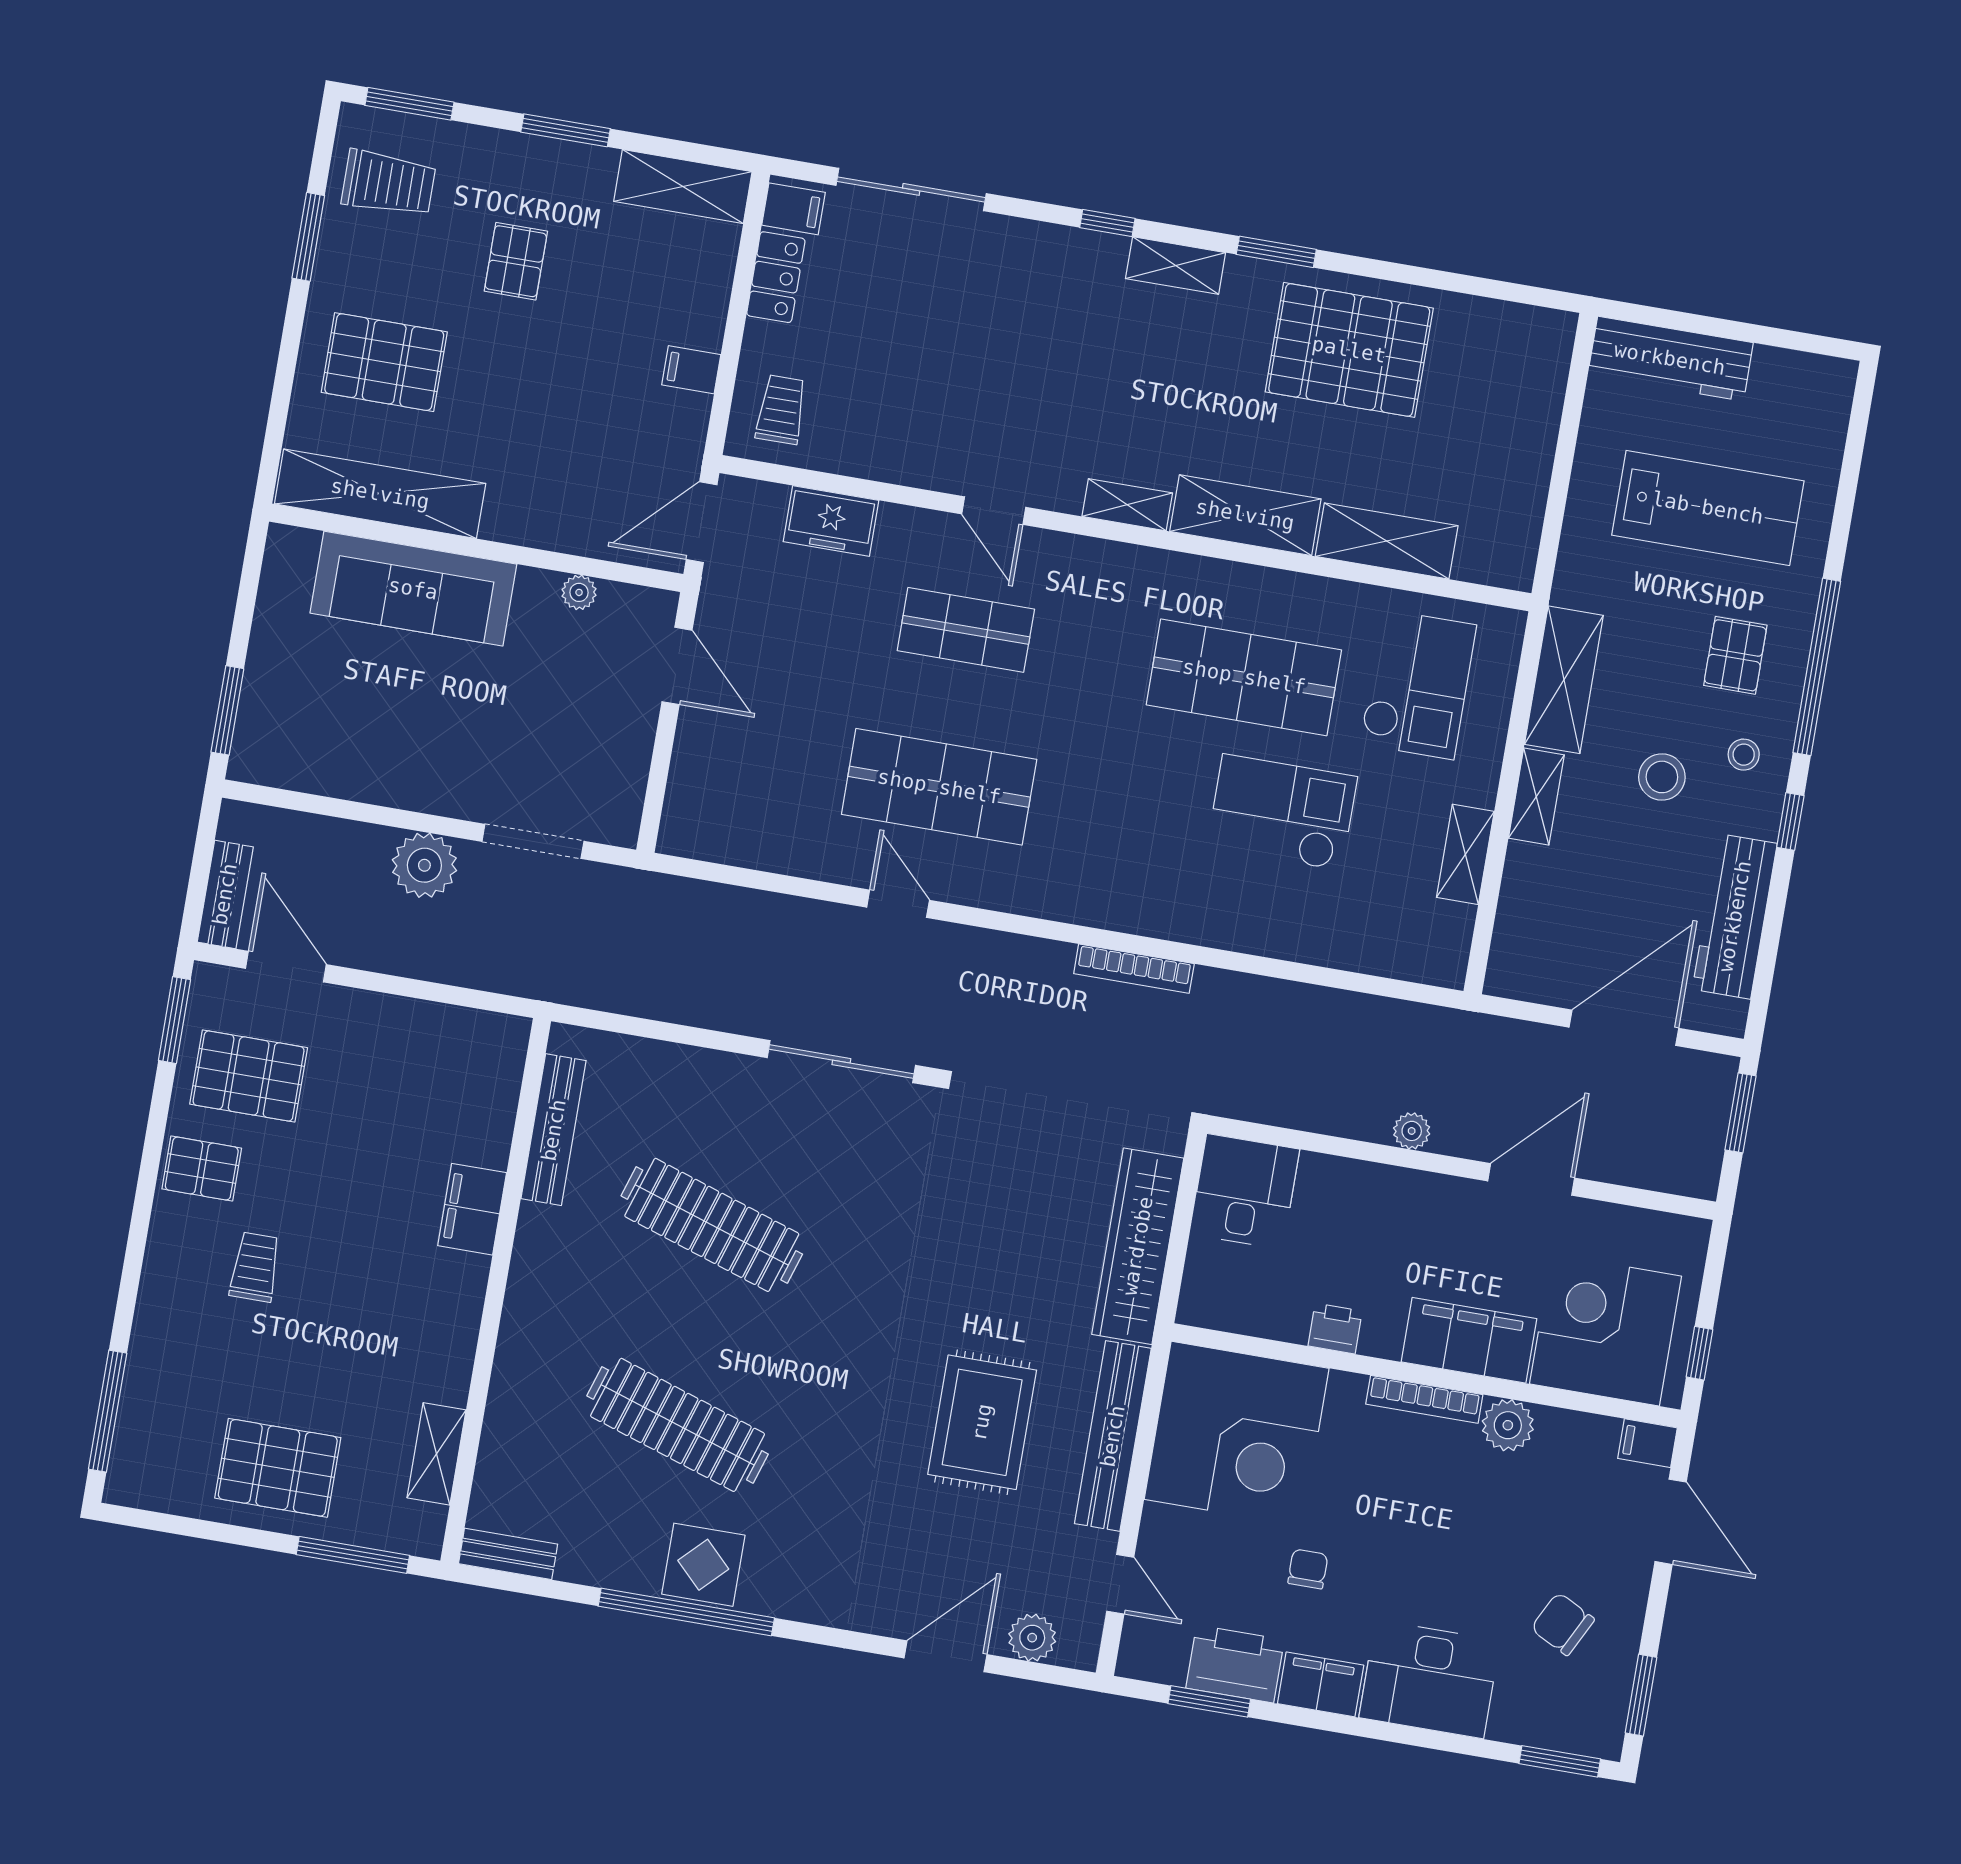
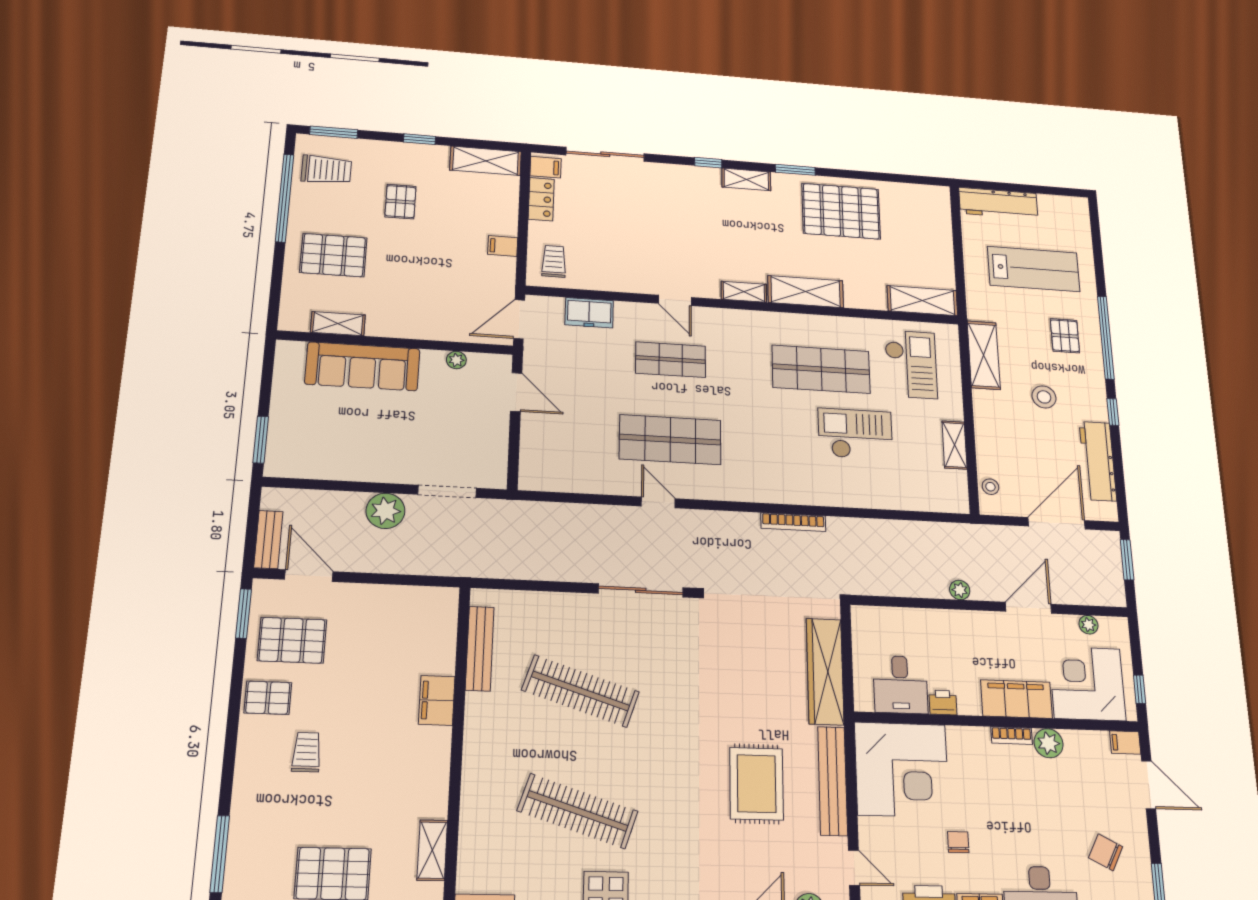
window: (566, 130) -> (420, 139), width x0.67
window: (308, 237) -> (285, 198), width x2.11
shelving: (380, 494) -> (338, 324), width x0.45, depth x0.75
shelving: (1387, 541) -> (922, 301), moved
stool: (1744, 755) -> (990, 487), moved
shelving: (1536, 797) -> (984, 413), removed
desk: (1245, 1192) -> (900, 685), moved, turned 180
plant: (1635, 1224) -> (1088, 625), added
bookcase: (1424, 1399) -> (1012, 736), width x0.64

